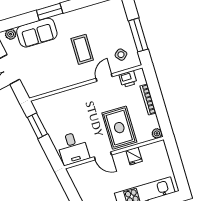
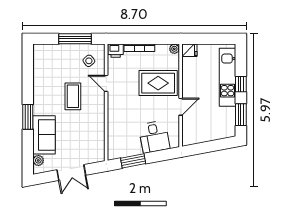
coffee table: (82, 49) -> (73, 96), turned 90
printer: (128, 79) -> (116, 51), moved, turned 90
desk: (73, 148) -> (154, 137), moved, turned 79
fridge: (134, 156) -> (189, 50), moved

